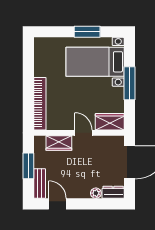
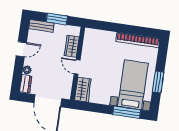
window: (129, 83) -> (127, 112), moved
bookcase: (40, 104) -> (138, 40), moved
door: (83, 133) -> (77, 67), swing flipped
door: (57, 204) -> (21, 49), moved

